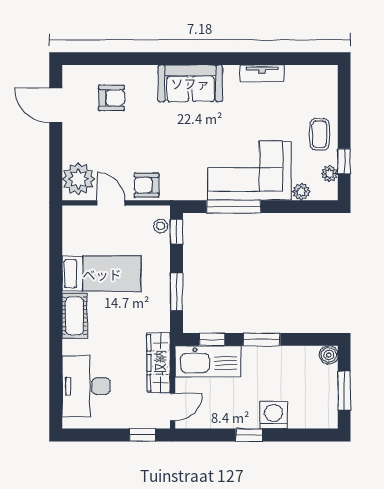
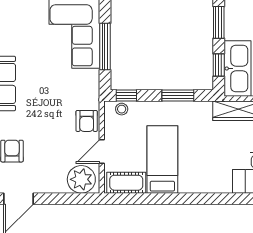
cot: (74, 316) -> (126, 183), moved

